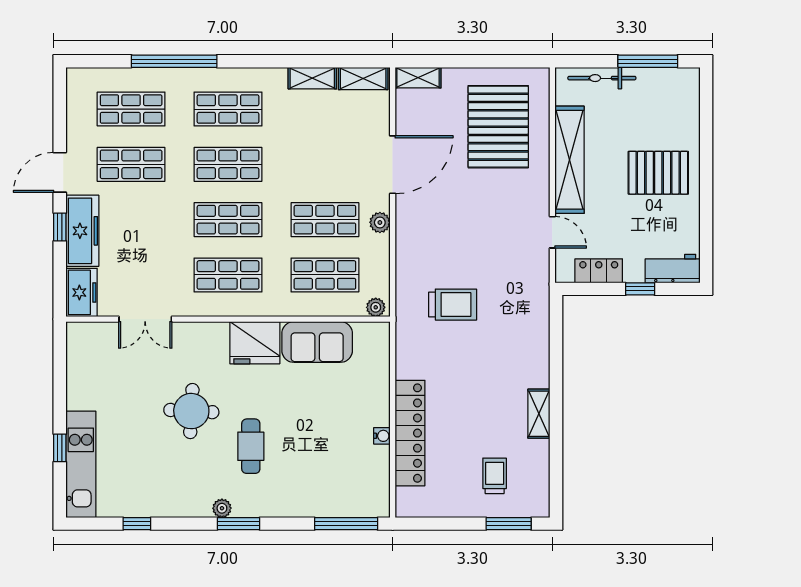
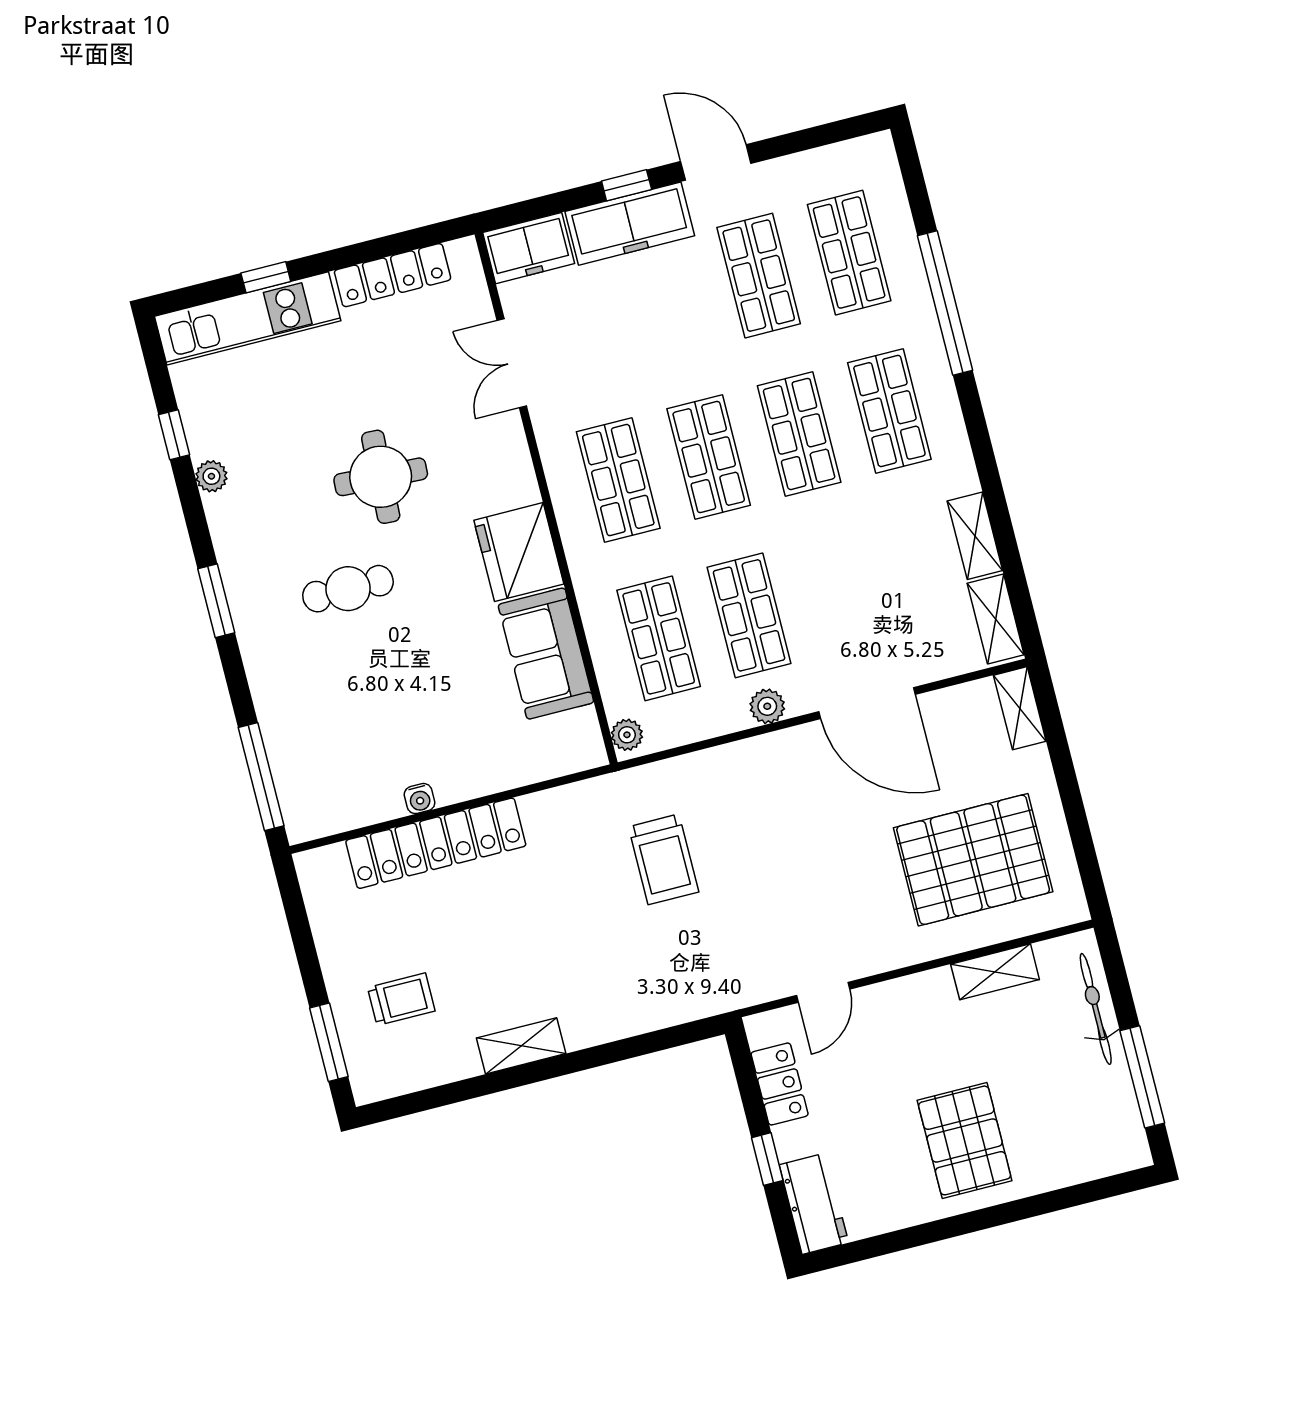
shelving: (569, 160) -> (995, 972), width x0.45, depth x0.75
locker: (77, 375) -> (393, 275), added
plant: (222, 508) -> (211, 476), moved

